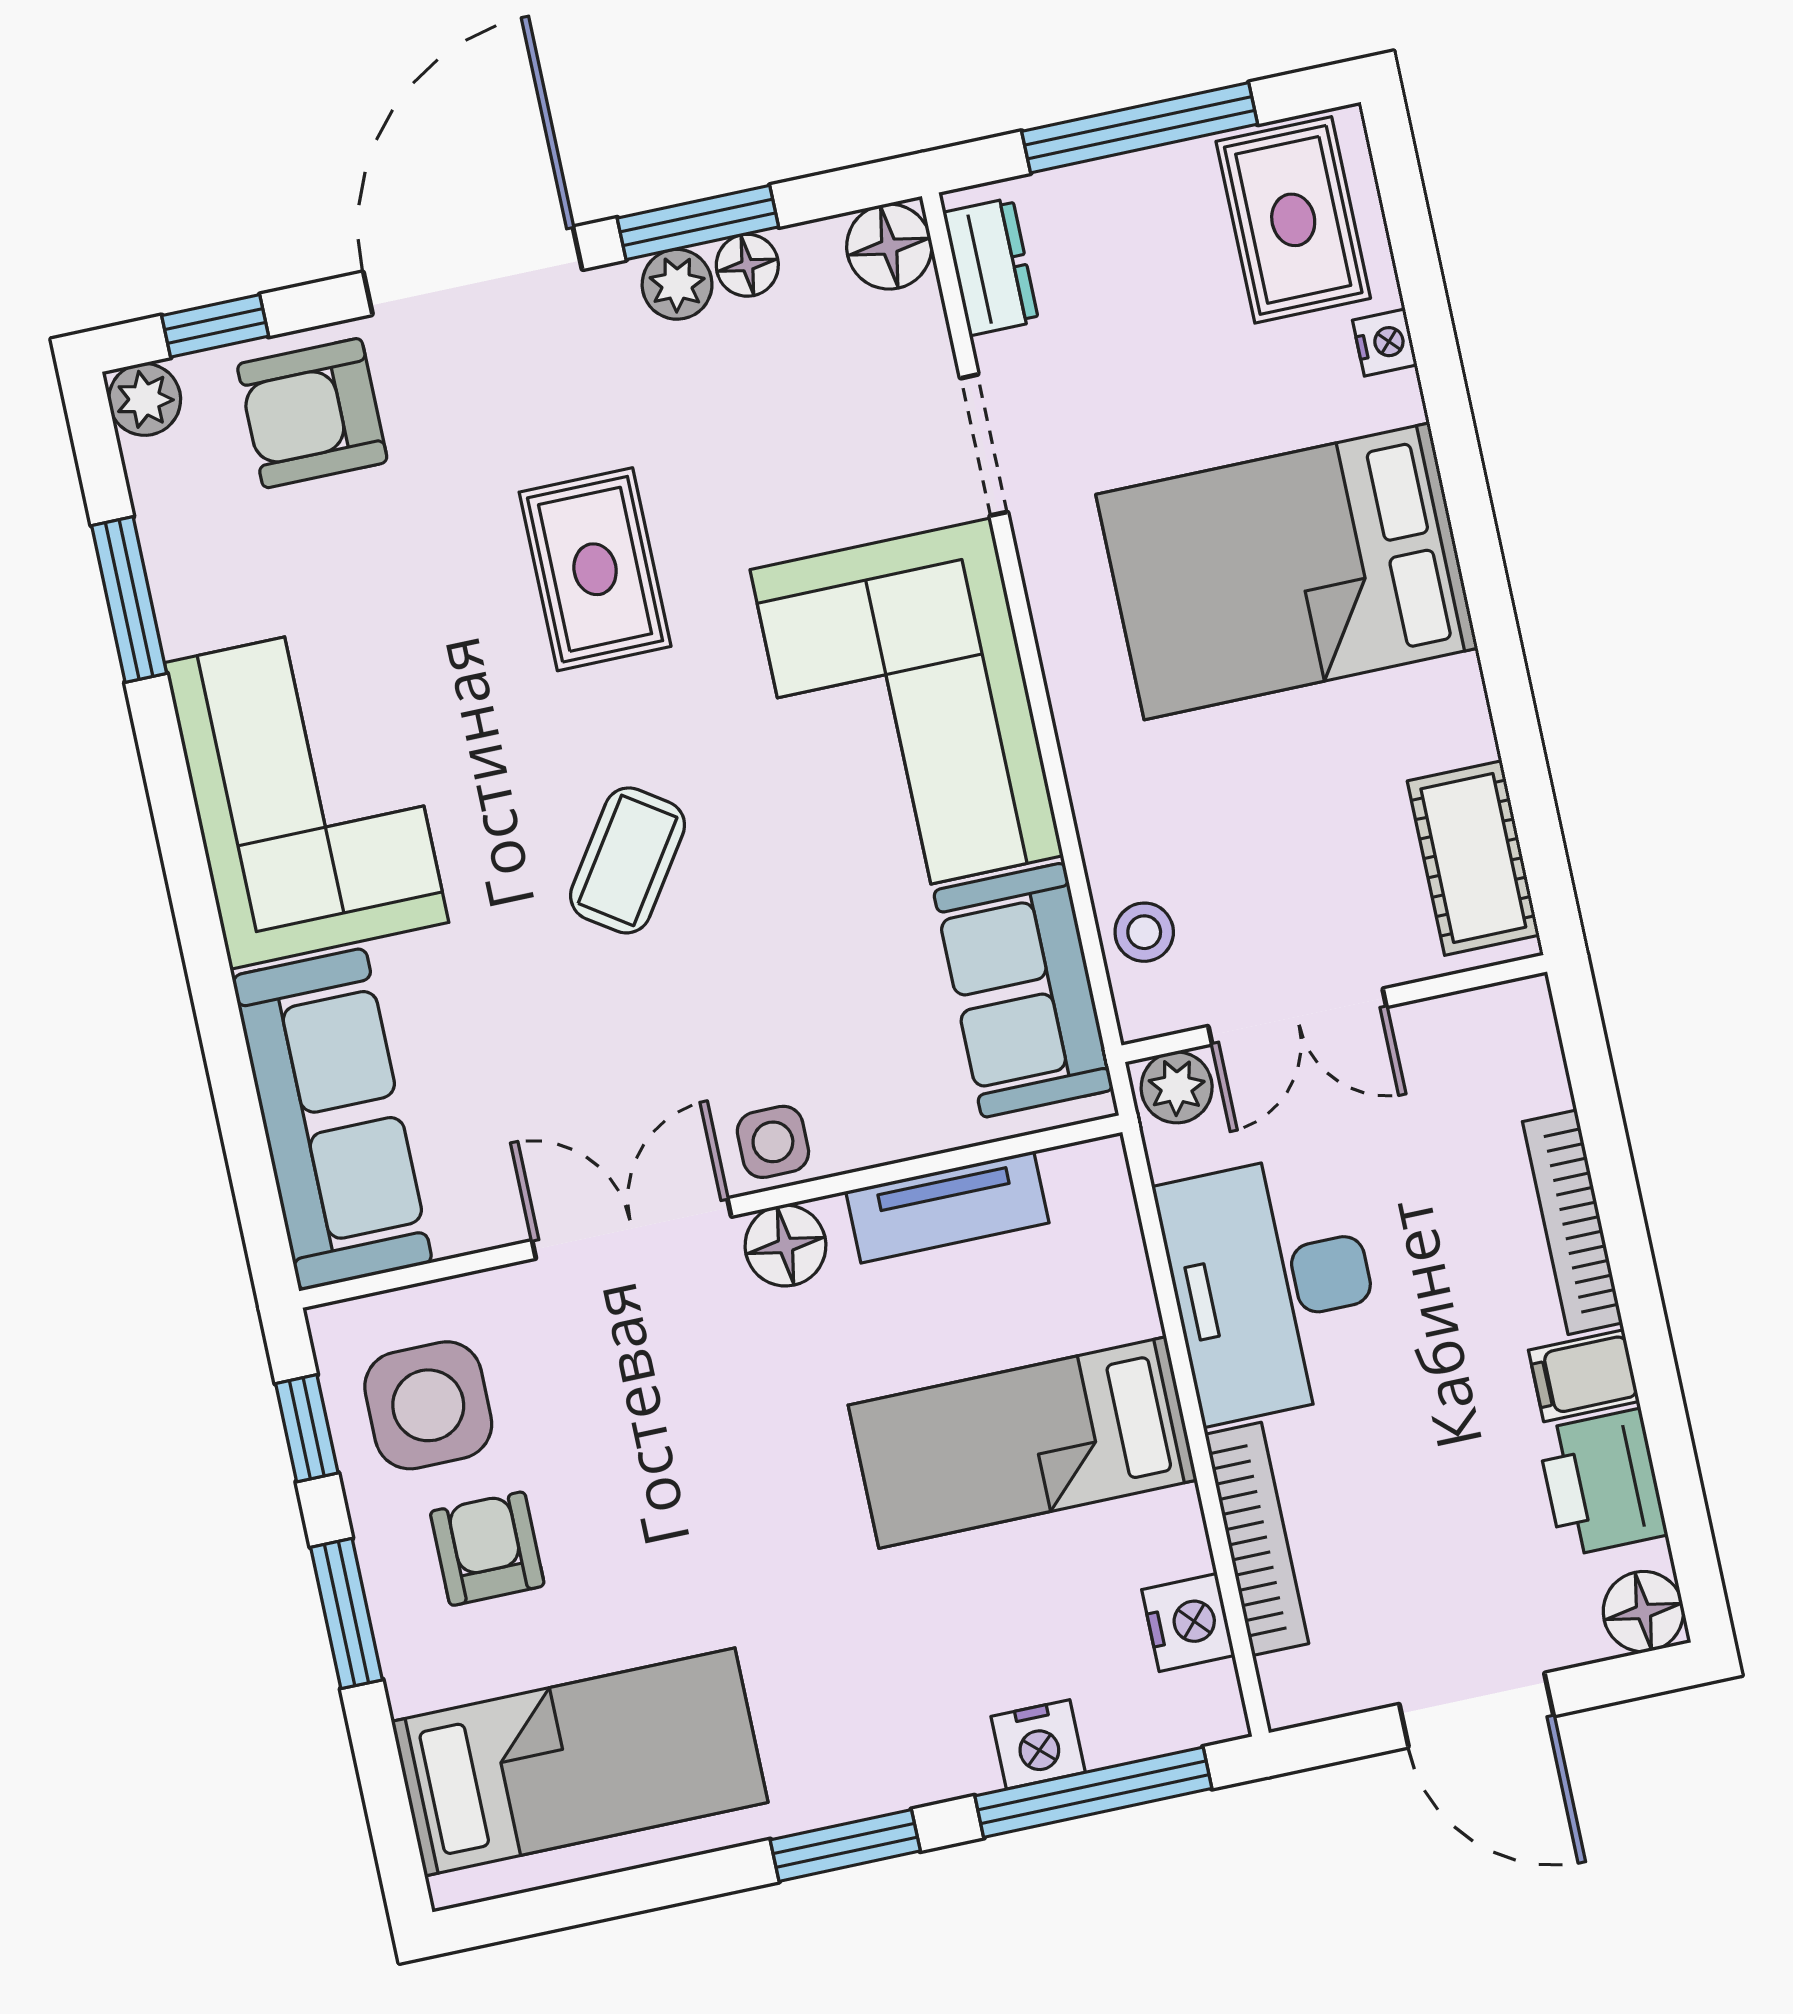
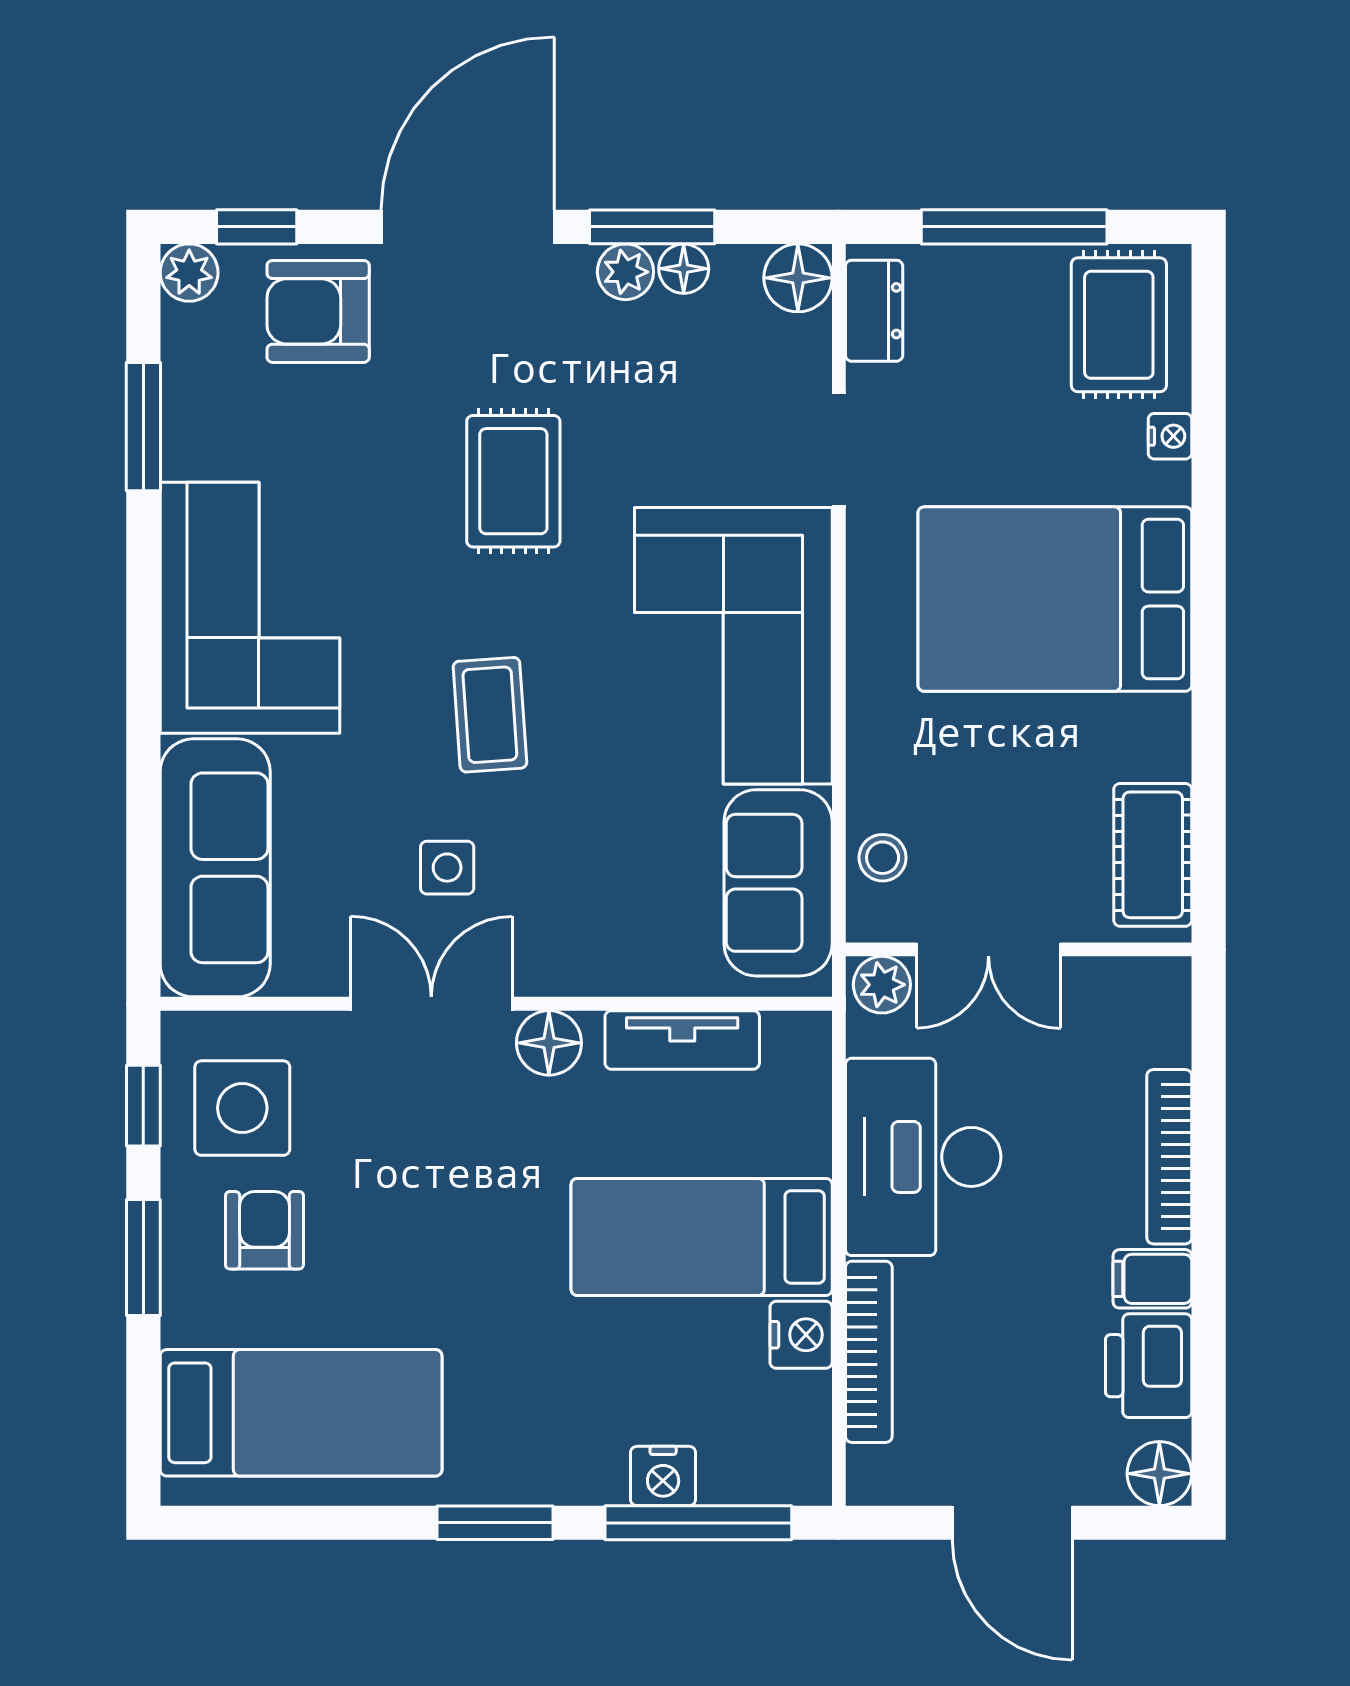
coffee table: (628, 860) -> (490, 715), turned -38
side table: (773, 1142) -> (447, 868), moved
nightstand: (1188, 1623) -> (801, 1335), moved

